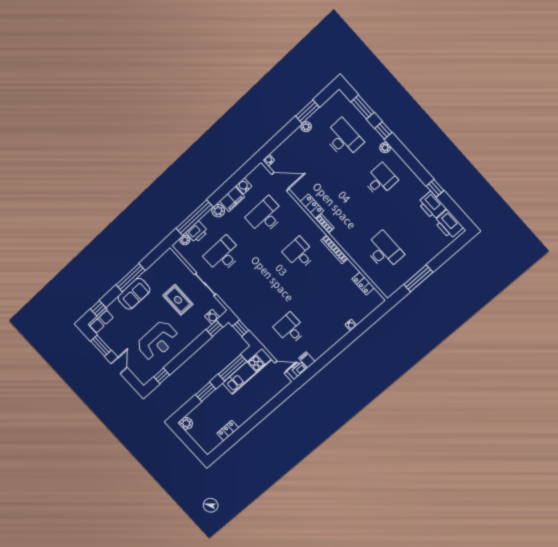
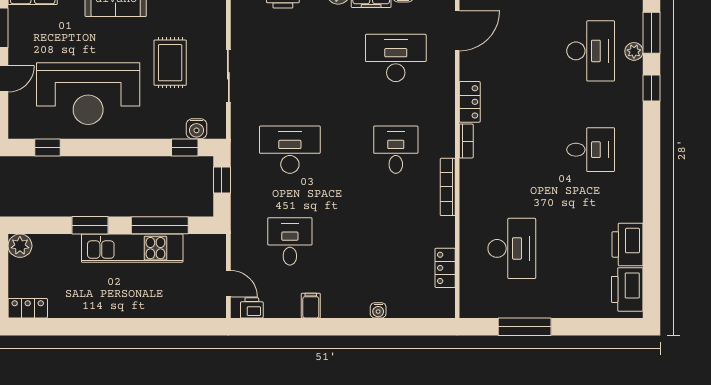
plant: (385, 148) -> (634, 51), moved
door: (280, 182) -> (457, 31), hinge flipped
window: (435, 188) -> (652, 225), removed
desk: (223, 255) -> (290, 150), moved
reception desk: (158, 341) -> (88, 94), width x1.36, depth x1.30
filing cabinet: (307, 360) -> (311, 306), moved
kitchen unit: (247, 371) -> (132, 248), moved
locker: (228, 431) -> (28, 308), moved

